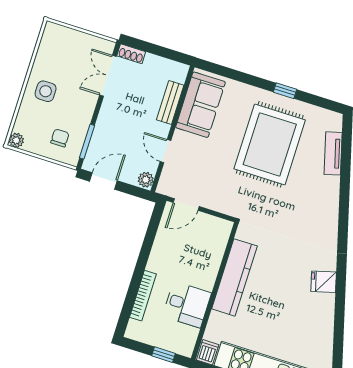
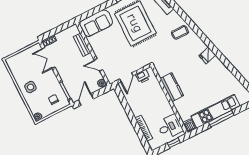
sofa: (200, 105) -> (96, 23), moved, turned 90
coffee table: (317, 215) -> (180, 32), added
printer: (210, 225) -> (143, 76), added
kitchen counter: (234, 277) -> (172, 87), width x0.67
desk: (187, 304) -> (170, 127), moved

